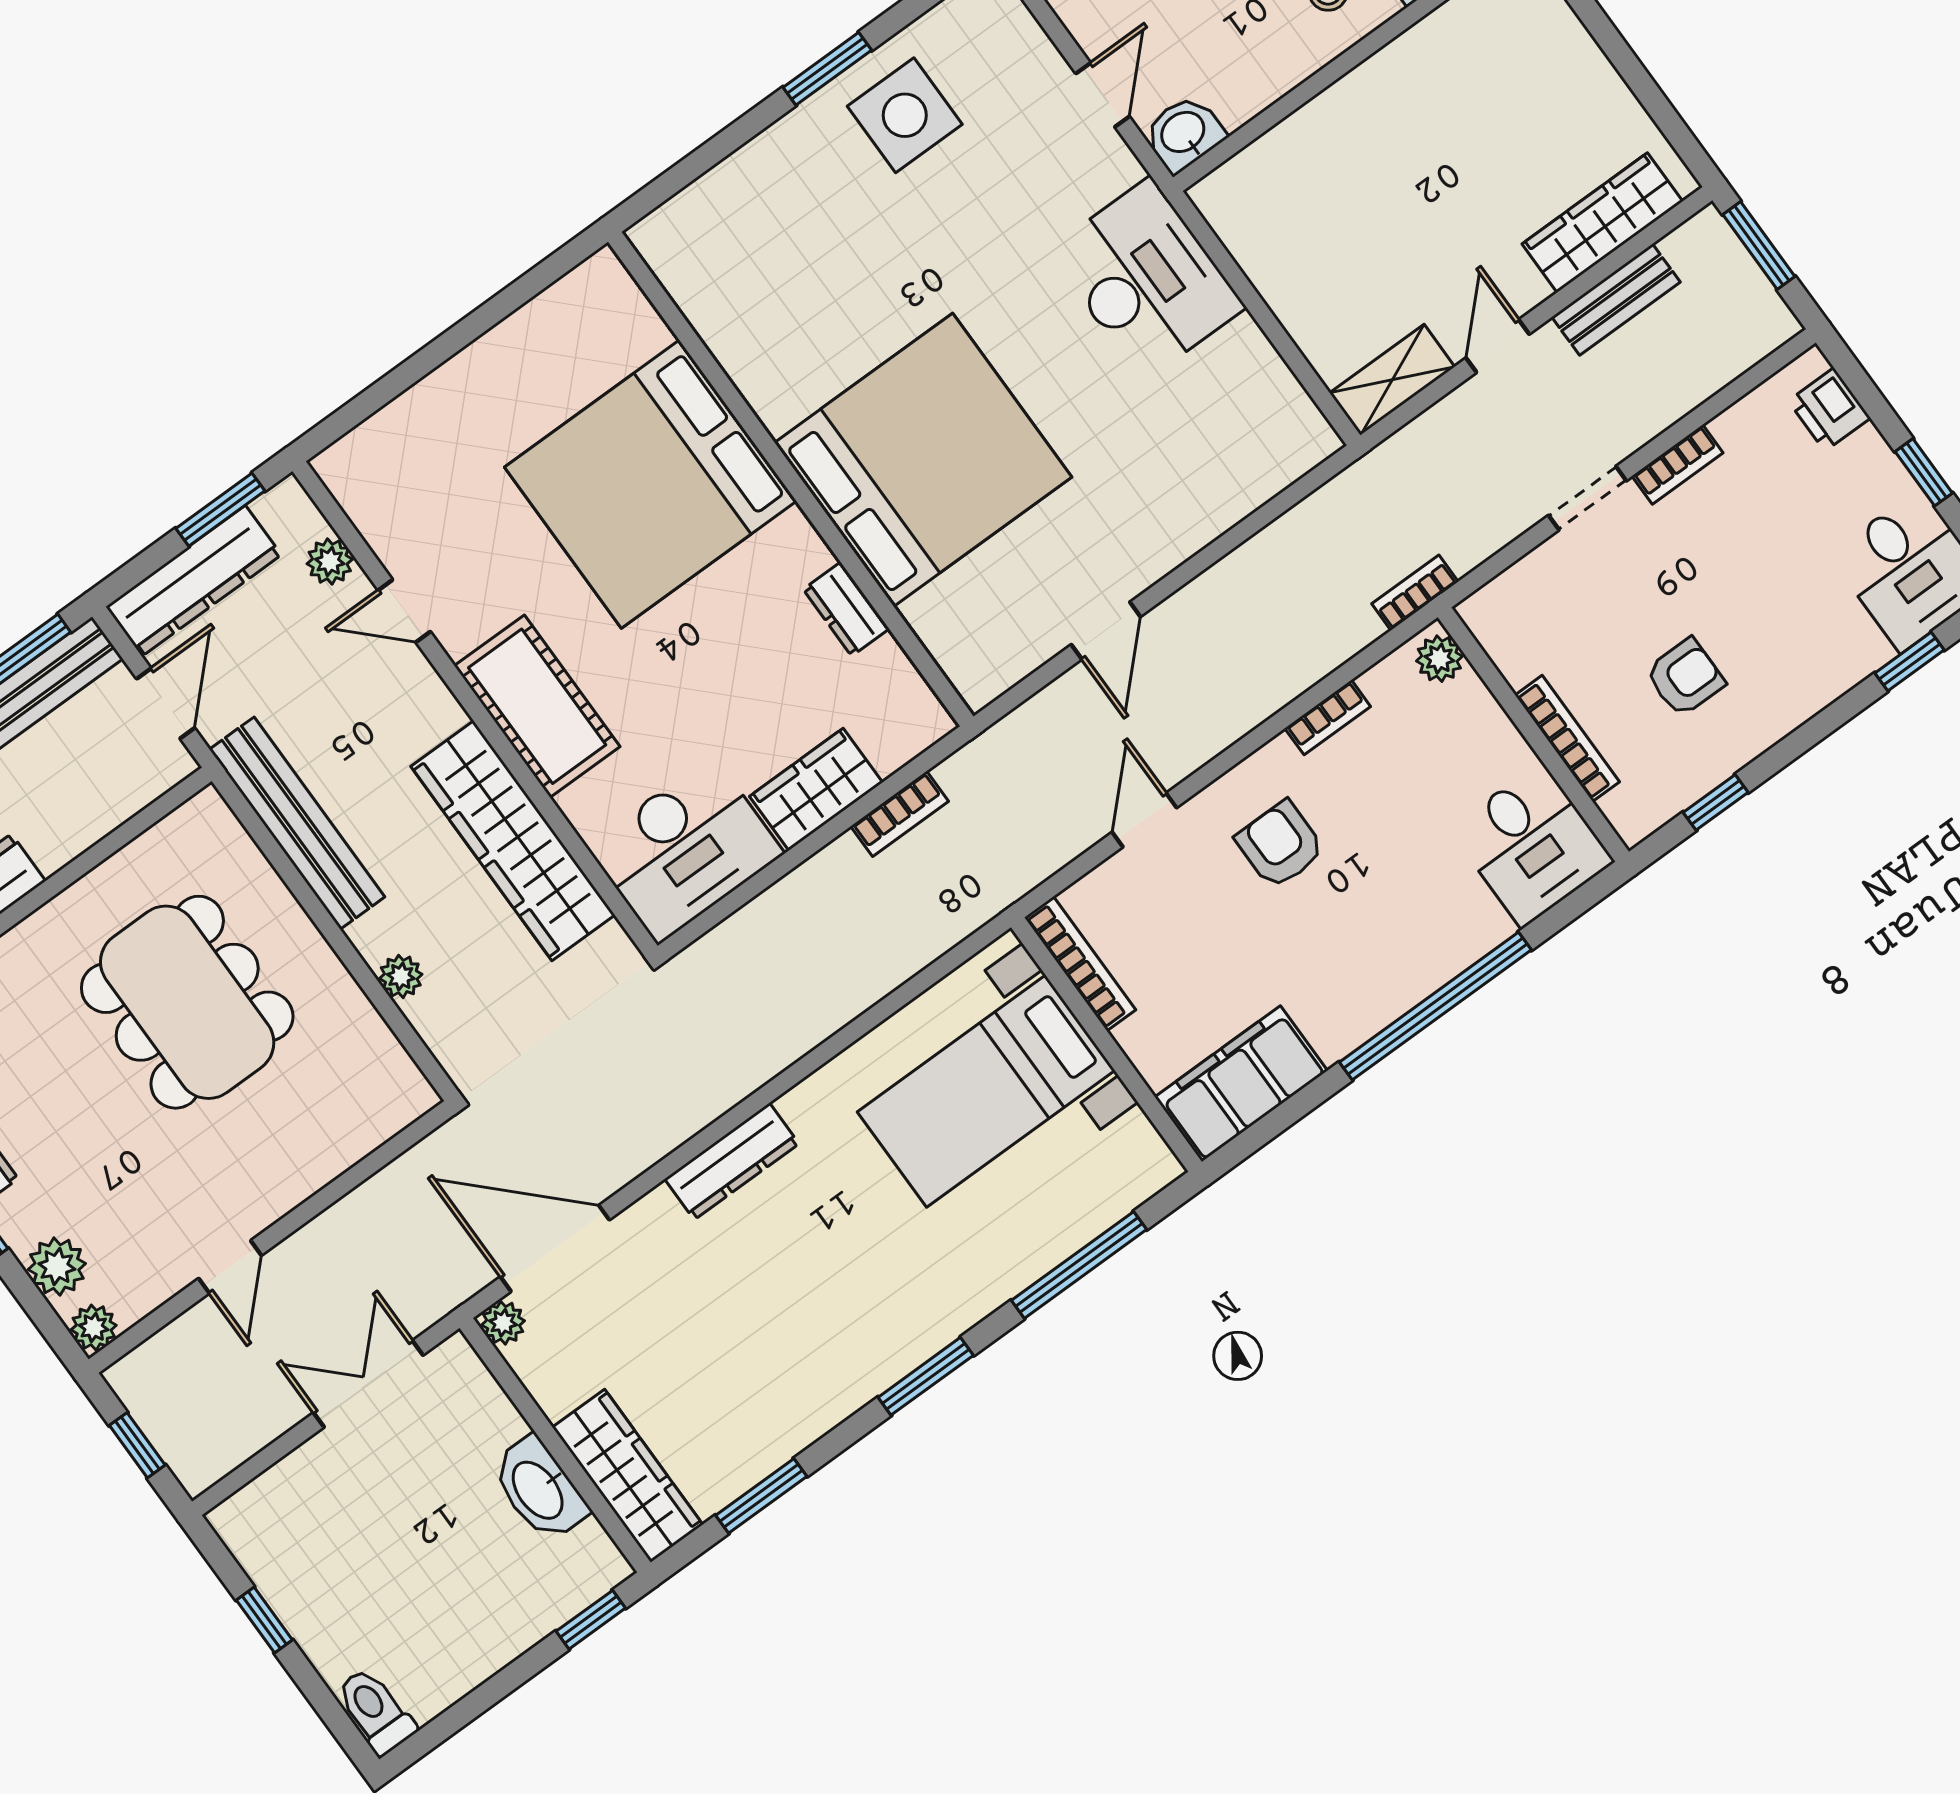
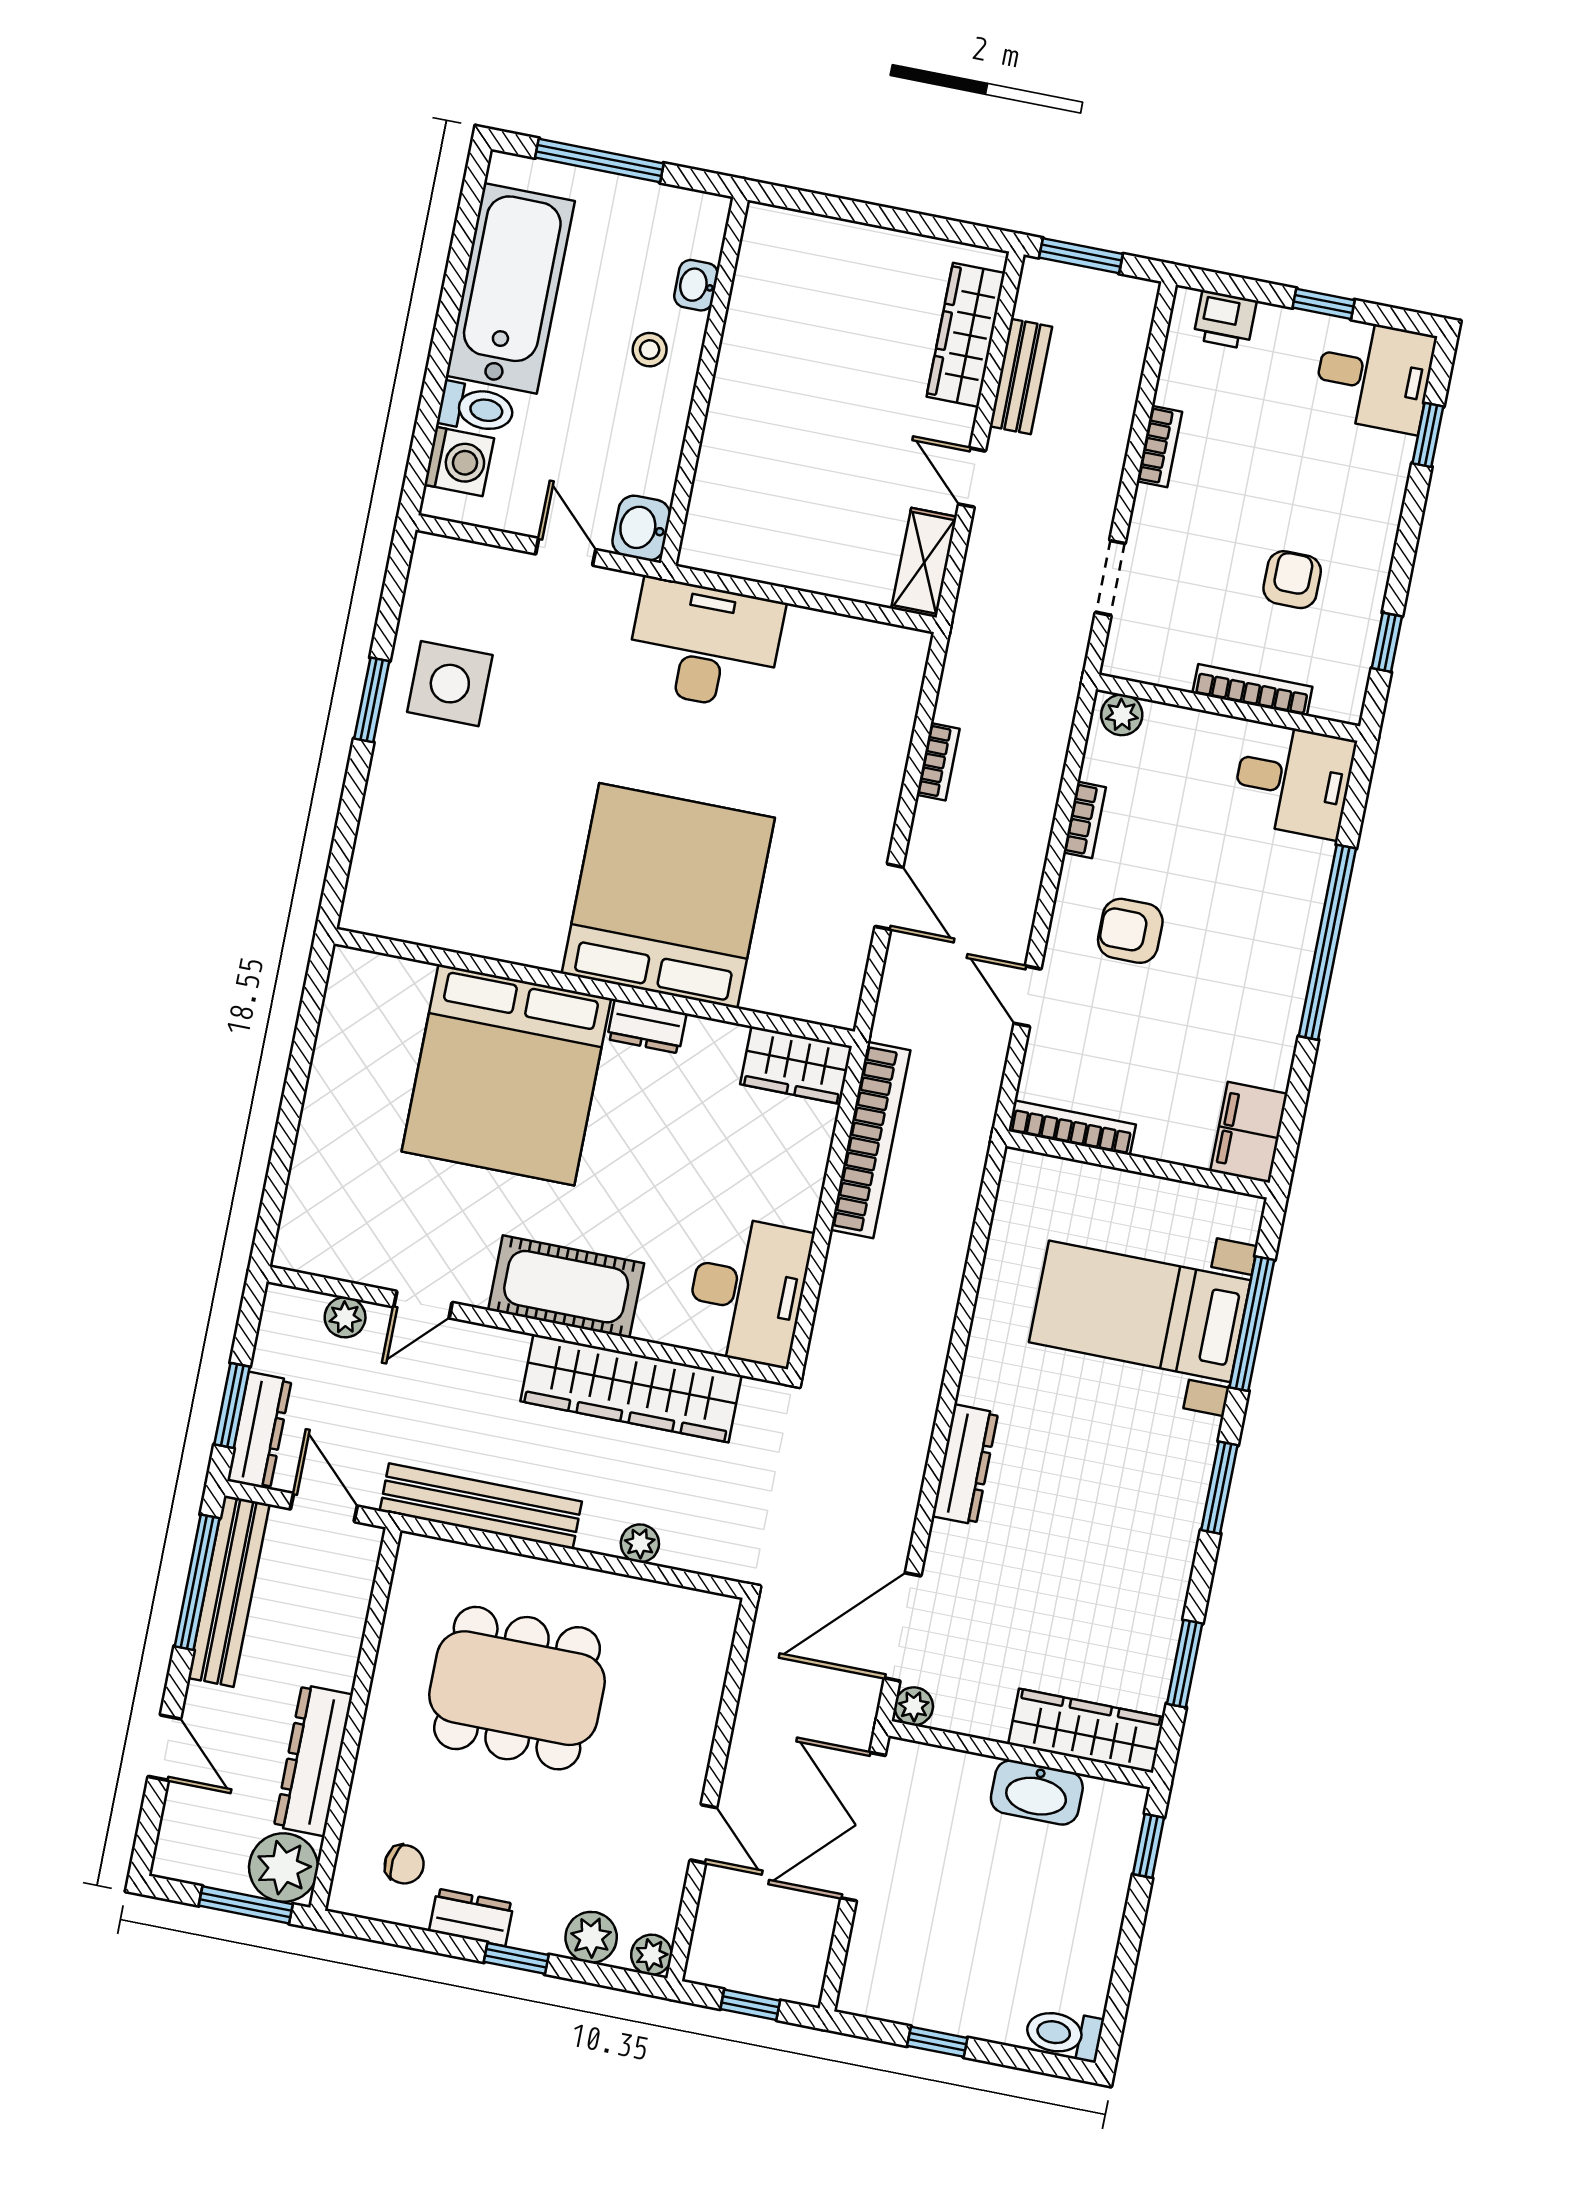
doorway: (1587, 498) -> (1110, 578), moved
window: (220, 510) -> (232, 1405), moved
dresser: (194, 581) -> (259, 1430), width x0.73, depth x0.80
bookcase: (1415, 593) -> (938, 762), moved, turned 180
dresser: (846, 609) -> (647, 1026), moved
wardrobe: (816, 789) -> (796, 1065), moved, turned -90
bookcase: (900, 814) -> (870, 1140), width x2.31, depth x1.31
filing cabinet: (1241, 1084) -> (1249, 1132), width x0.67, depth x0.86
bed with nightstands: (986, 1091) -> (1140, 1311), moved, turned 90
double door: (368, 1384) -> (863, 1827), width x1.37

